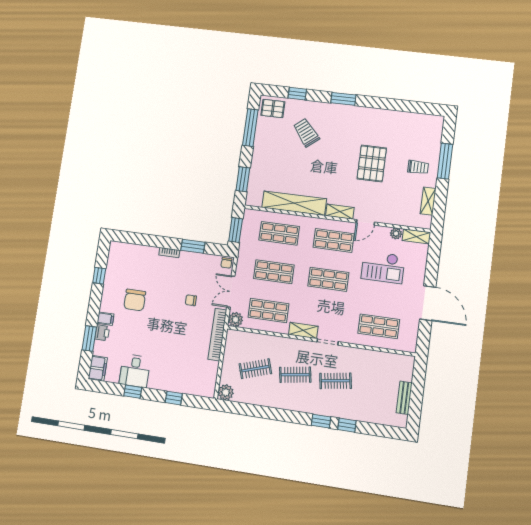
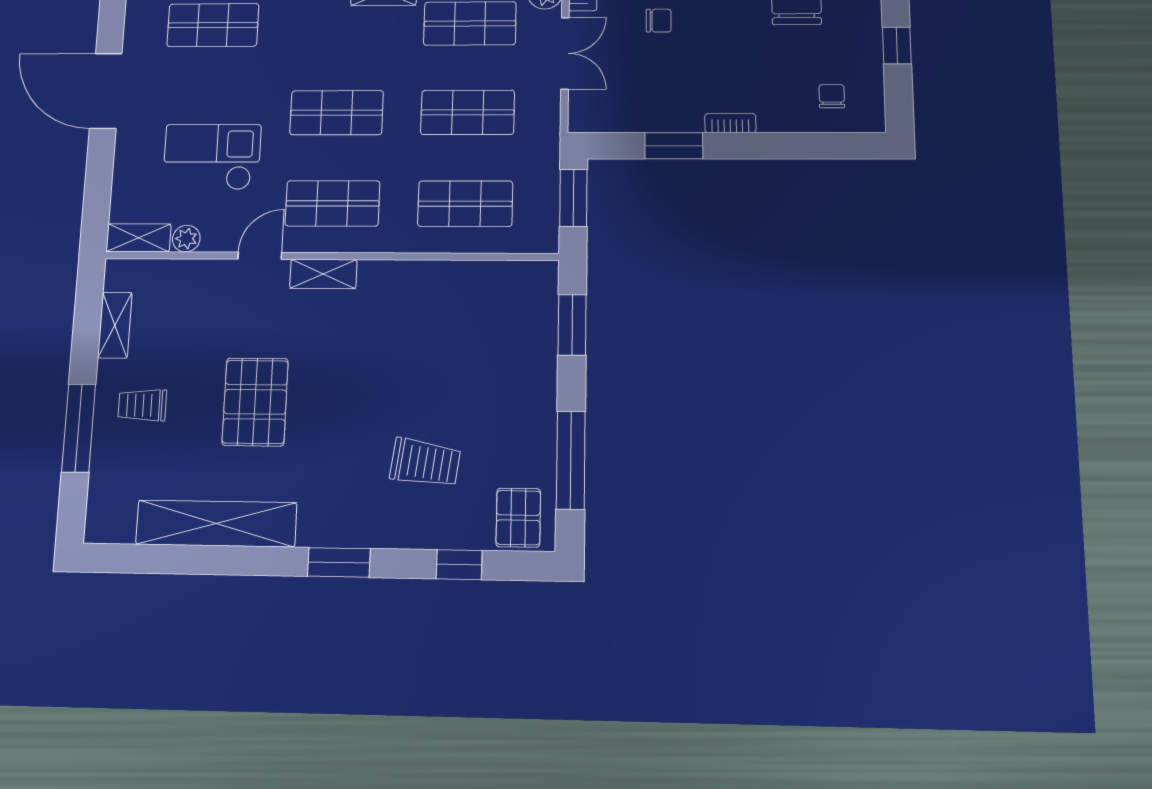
pallet: (273, 108) -> (518, 518), turned 90
trolley: (306, 133) -> (425, 463), turned -43
shelving: (294, 203) -> (216, 524), moved
chair: (226, 263) -> (832, 96), moved

